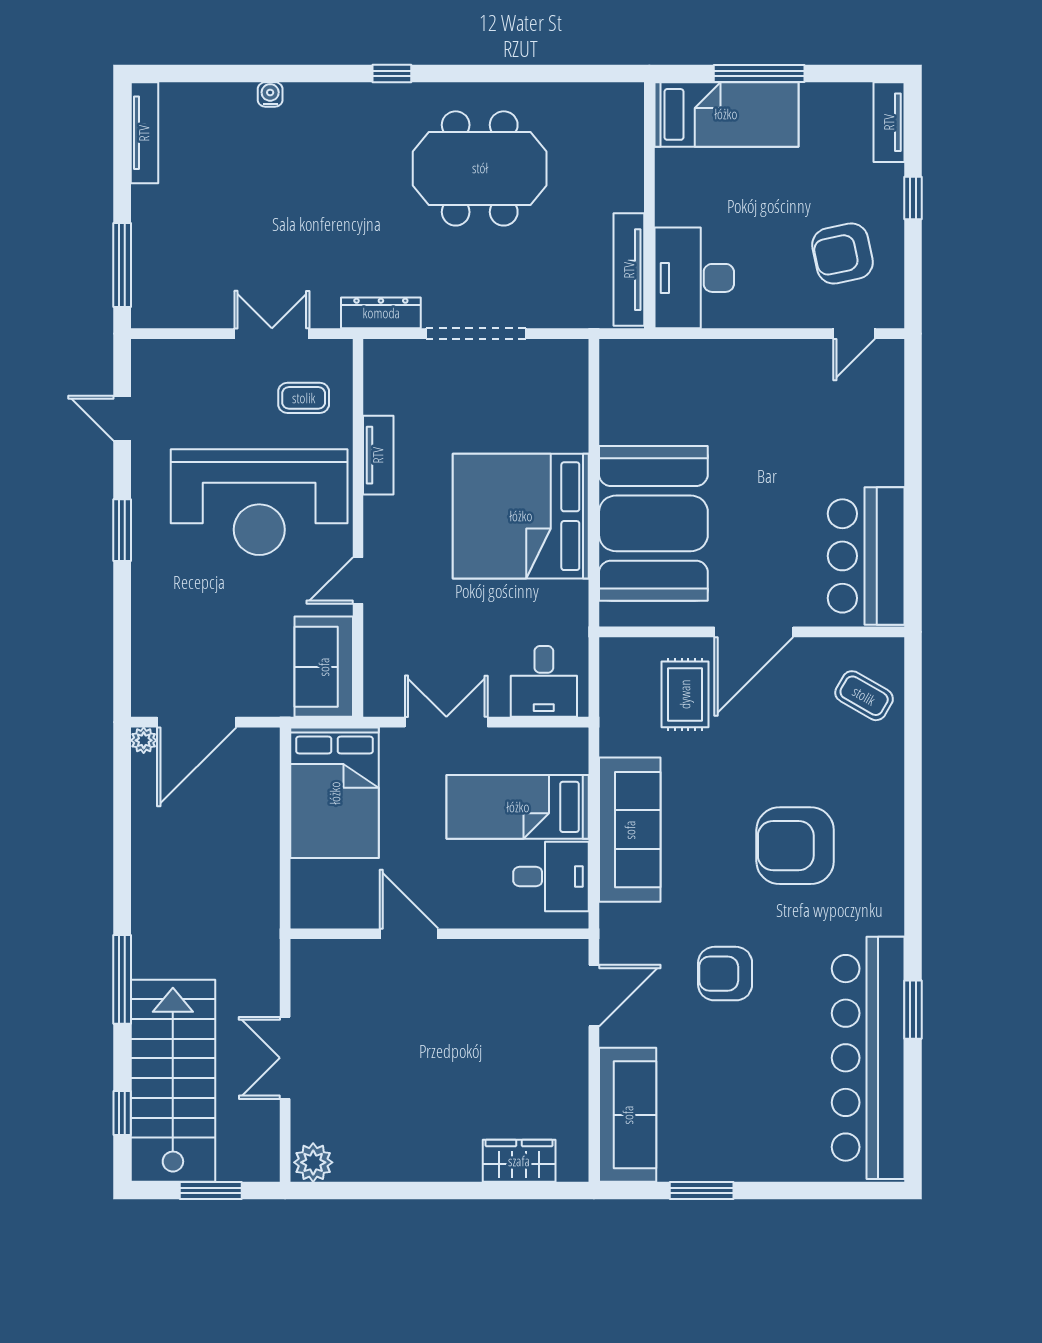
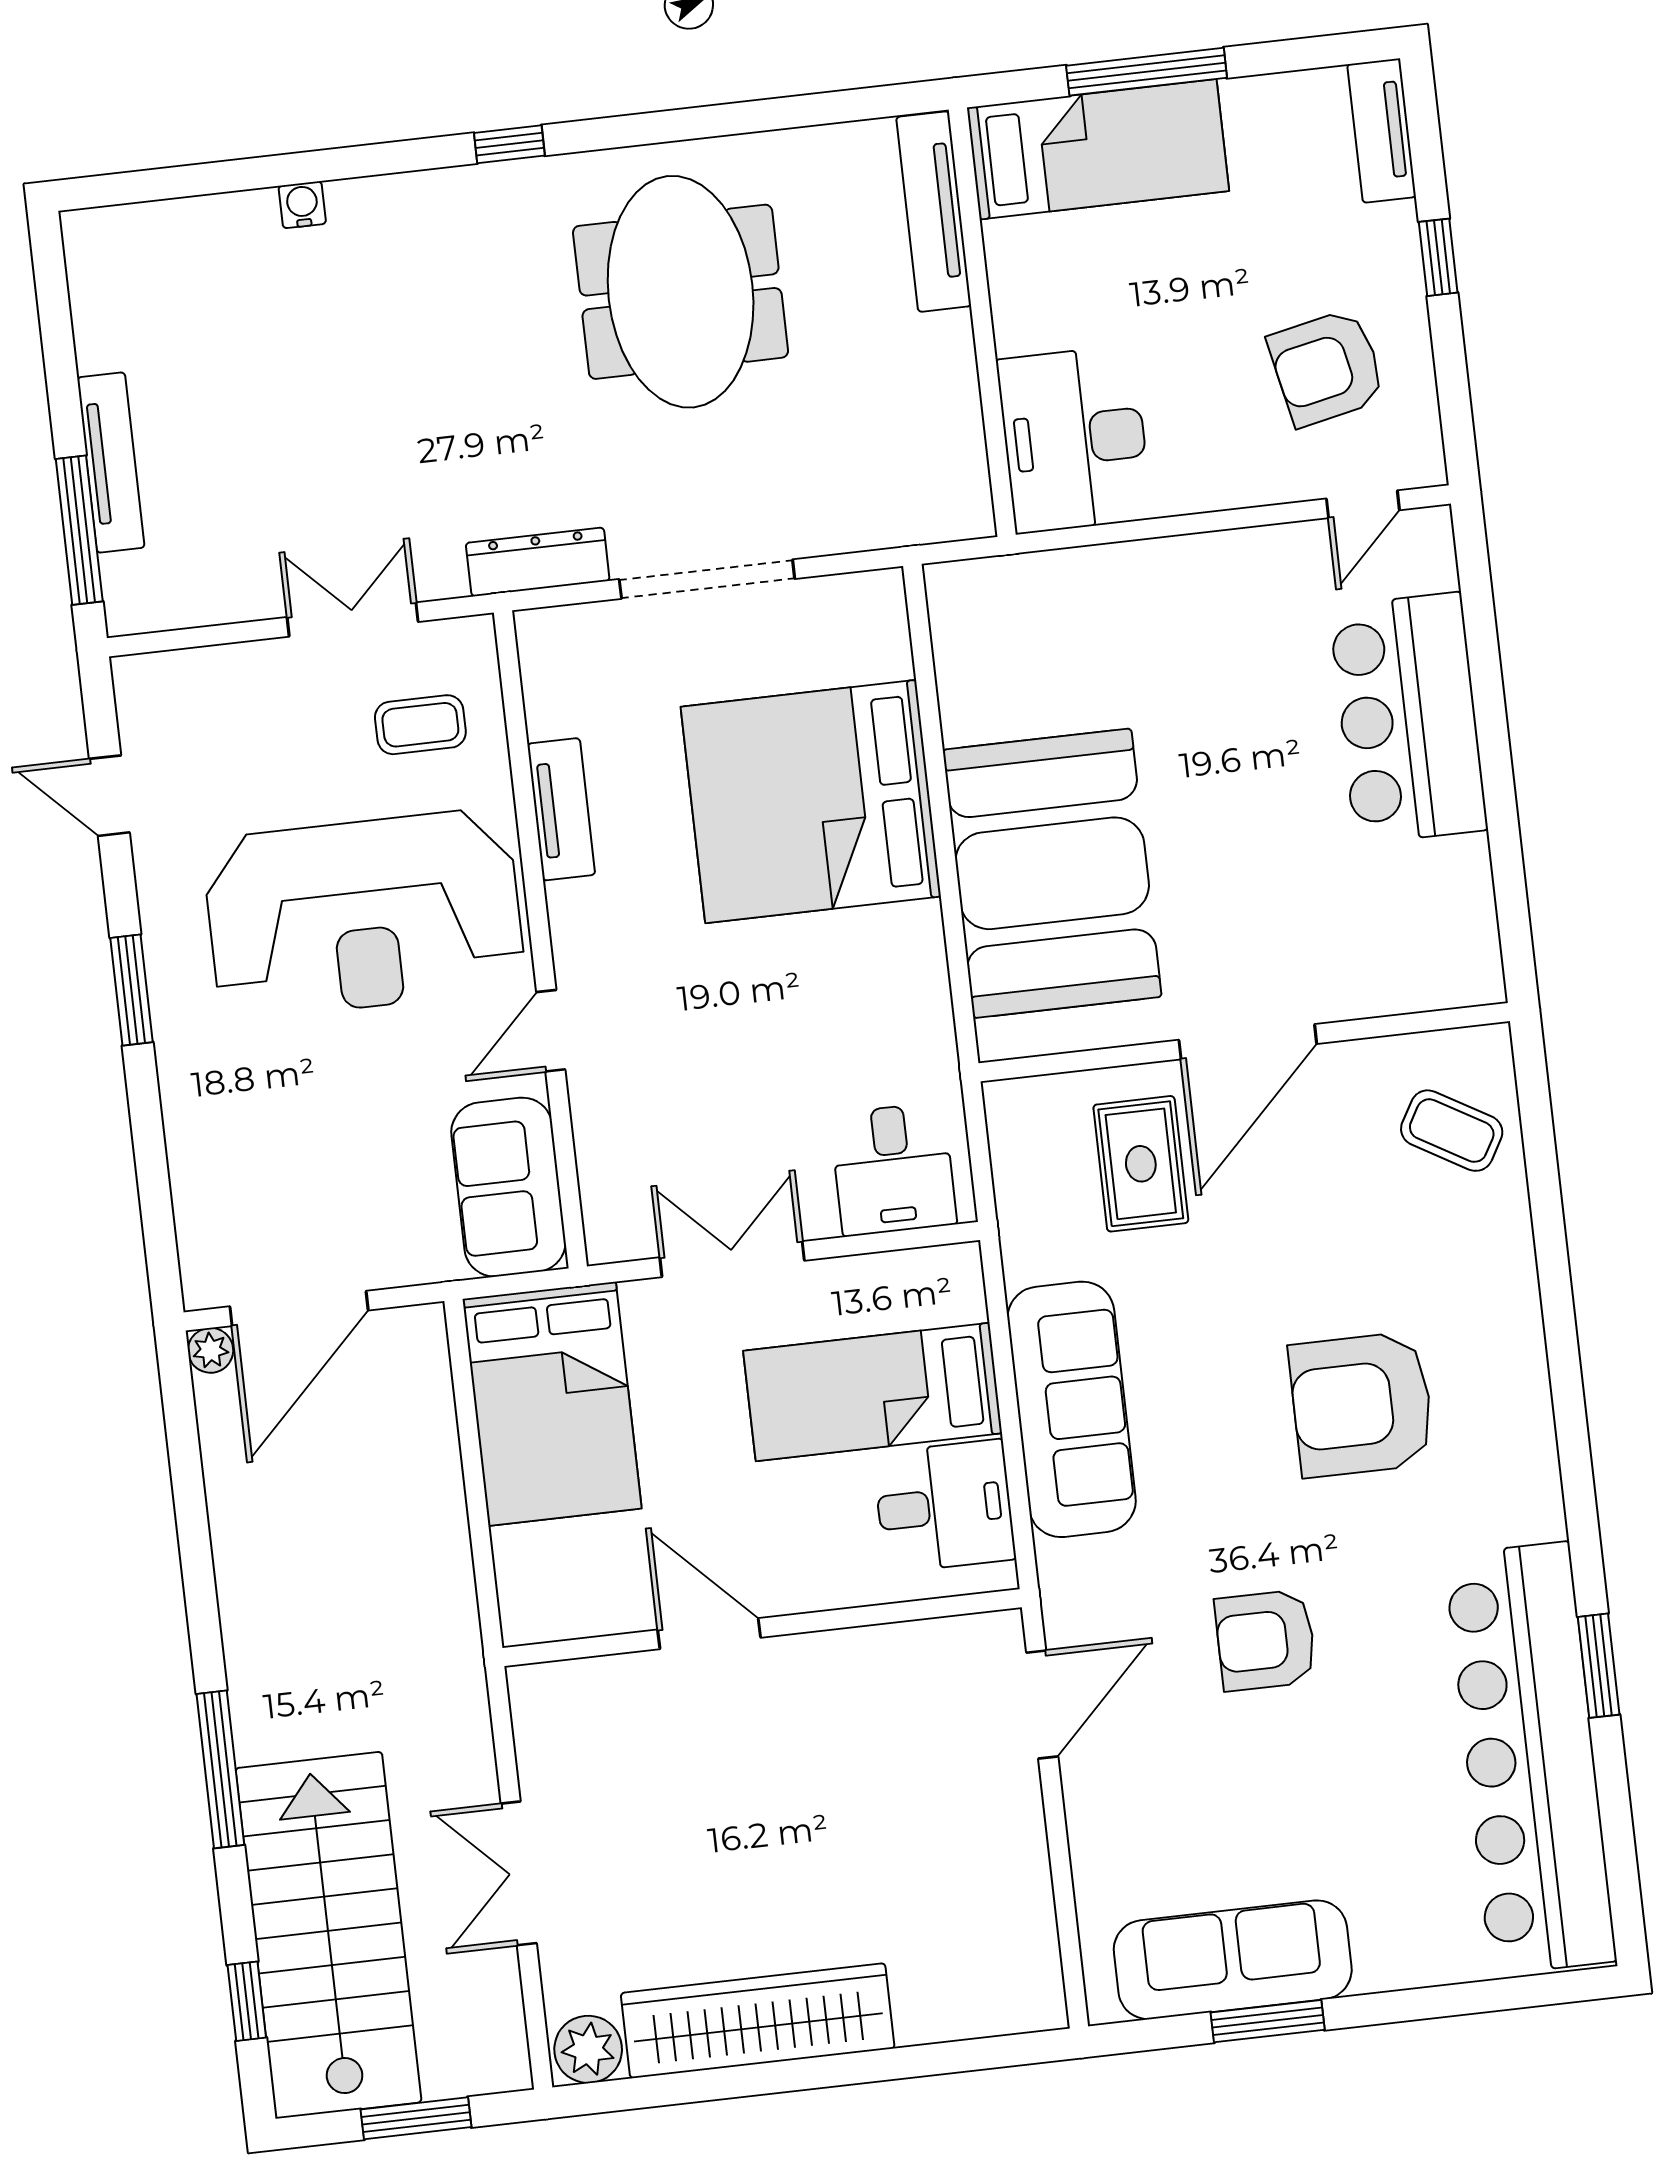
tv unit: (144, 133) -> (111, 463), moved
meeting table: (480, 168) -> (681, 292), turned 90
tv unit: (629, 270) -> (934, 212), moved
bed: (521, 516) -> (811, 802), moved
bar counter: (866, 556) -> (1408, 718), moved
sofa: (628, 1115) -> (1233, 1960), moved, turned -90
wardrobe: (519, 1161) -> (758, 2021), moved, width x2.10, depth x1.17

